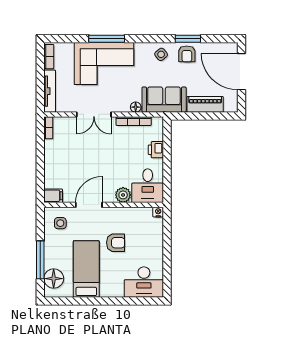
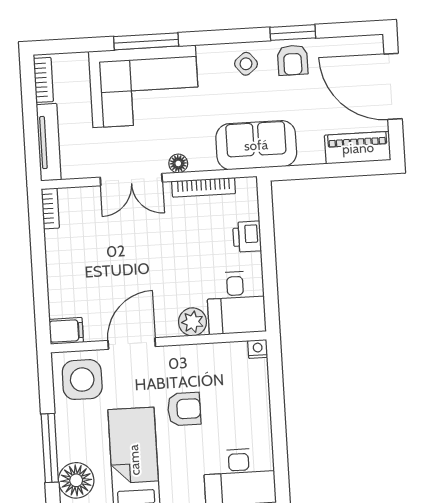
piano: (205, 104) -> (358, 148), moved
floor lamp: (136, 107) -> (178, 163), moved
side table: (60, 223) -> (82, 380), width x1.87, depth x1.87

